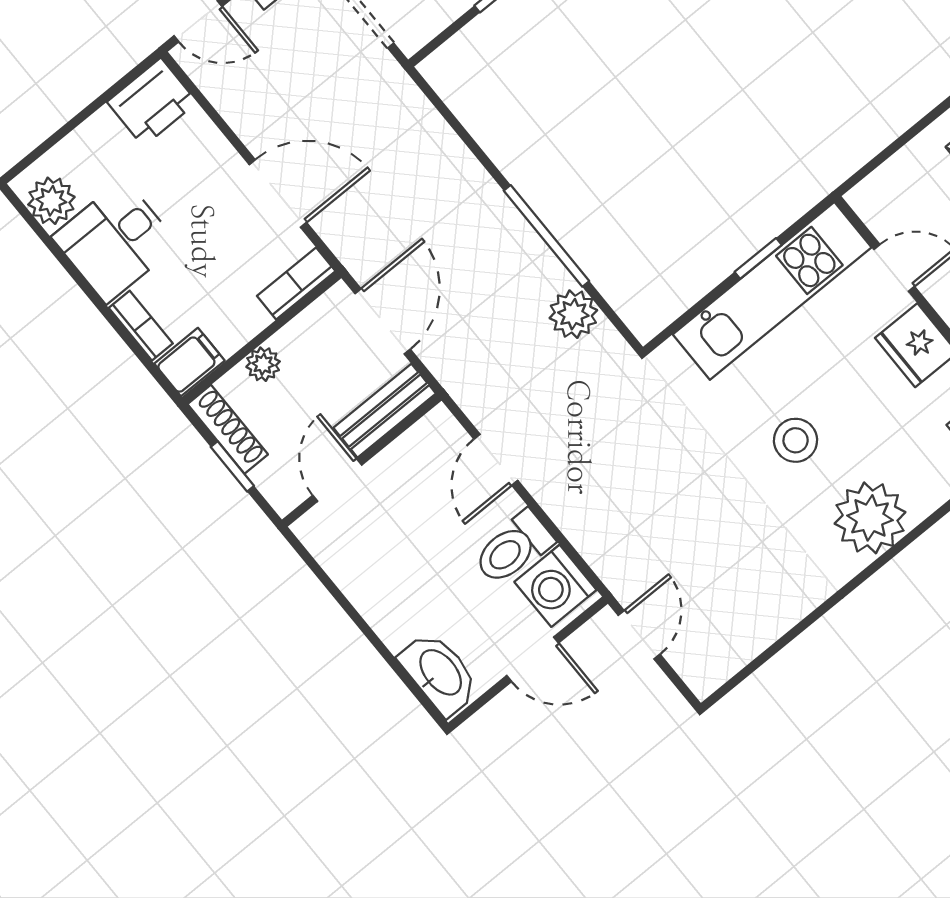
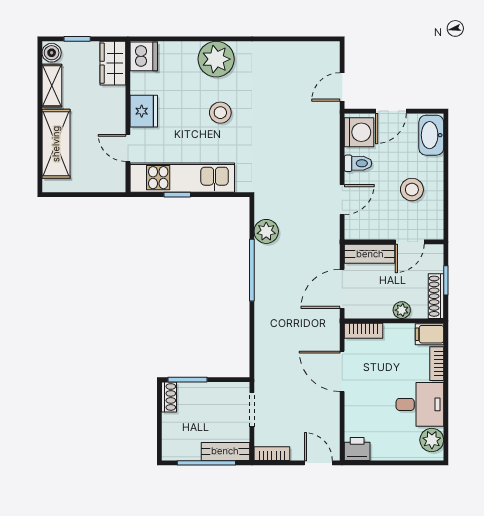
printer: (152, 102) -> (357, 449), width x0.73, depth x0.81
toilet: (513, 548) -> (358, 163), width x0.73, depth x0.72
stool: (400, 564) -> (412, 190), added
door: (533, 659) -> (391, 111), swing flipped

